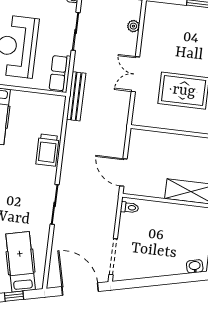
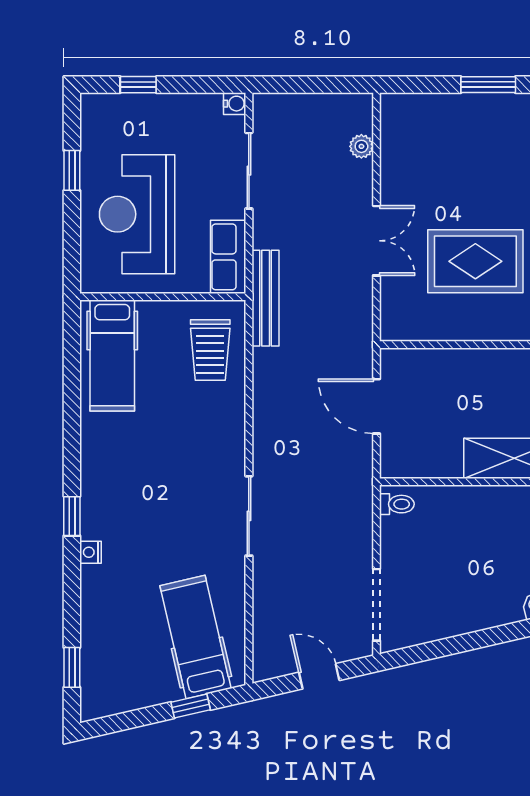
double door: (135, 74) -> (376, 241), swing flipped
trolley: (47, 150) -> (210, 350), moved
door: (123, 172) -> (376, 406), moved
door: (80, 289) -> (319, 676), width x0.53

